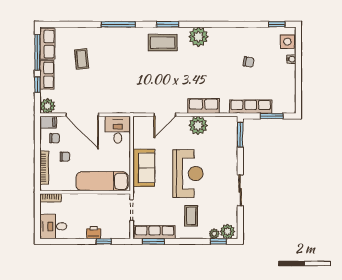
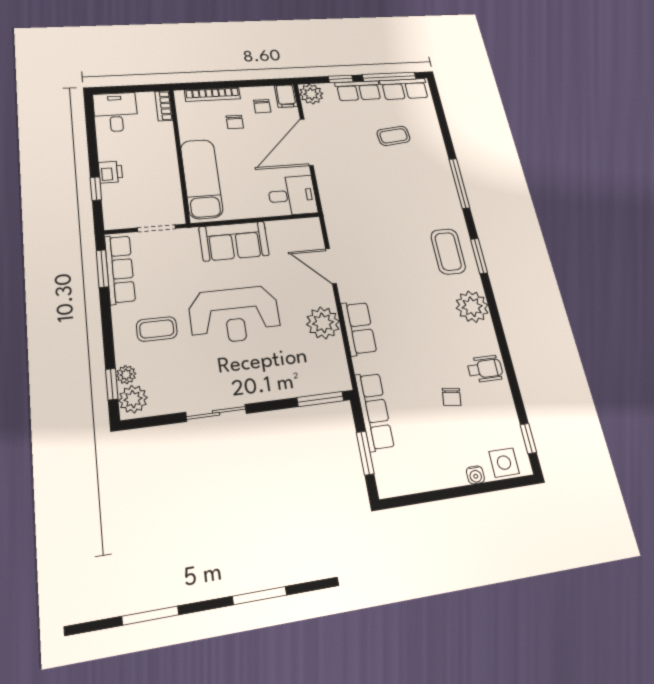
wheelchair: (235, 39) -> (485, 369), added

